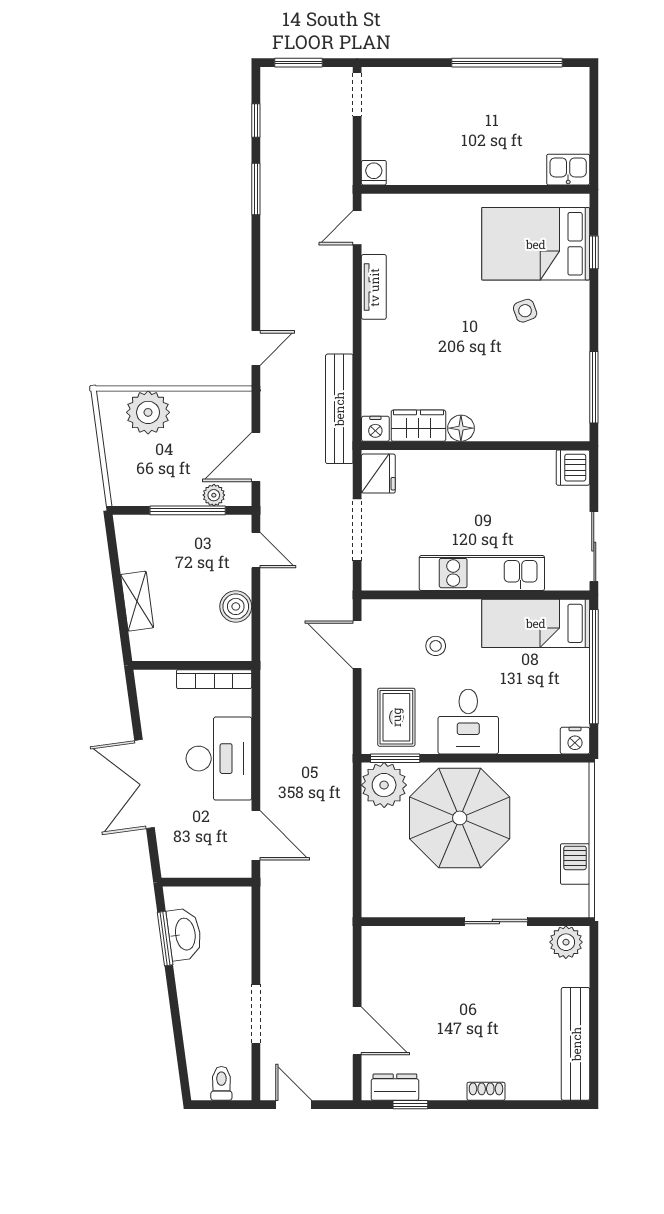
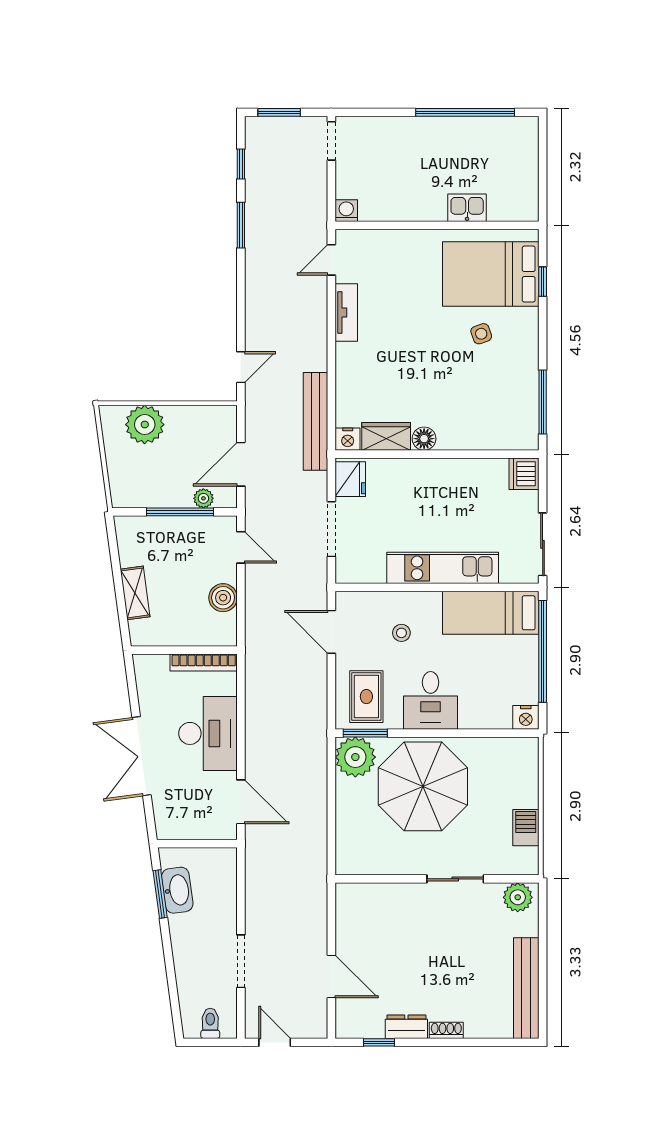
kitchen sink: (568, 170) -> (467, 208), moved
dresser: (395, 1087) -> (406, 1027), moved

